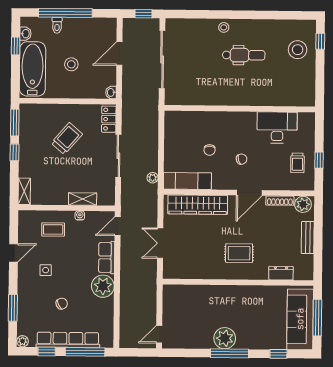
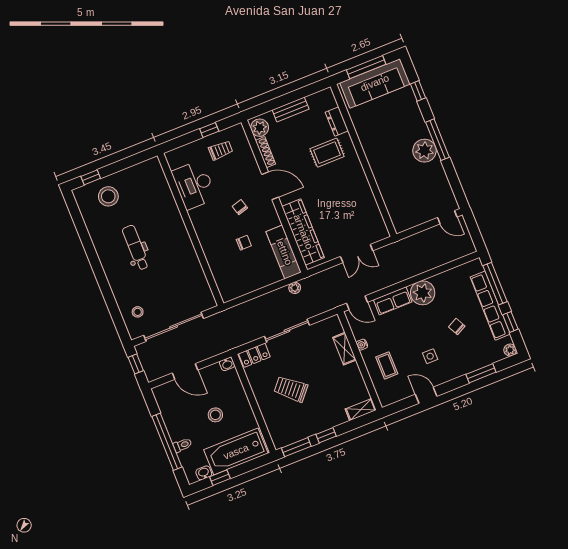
stool: (224, 27) -> (138, 312), moved
rug: (239, 253) -> (327, 153), moved, turned 90

